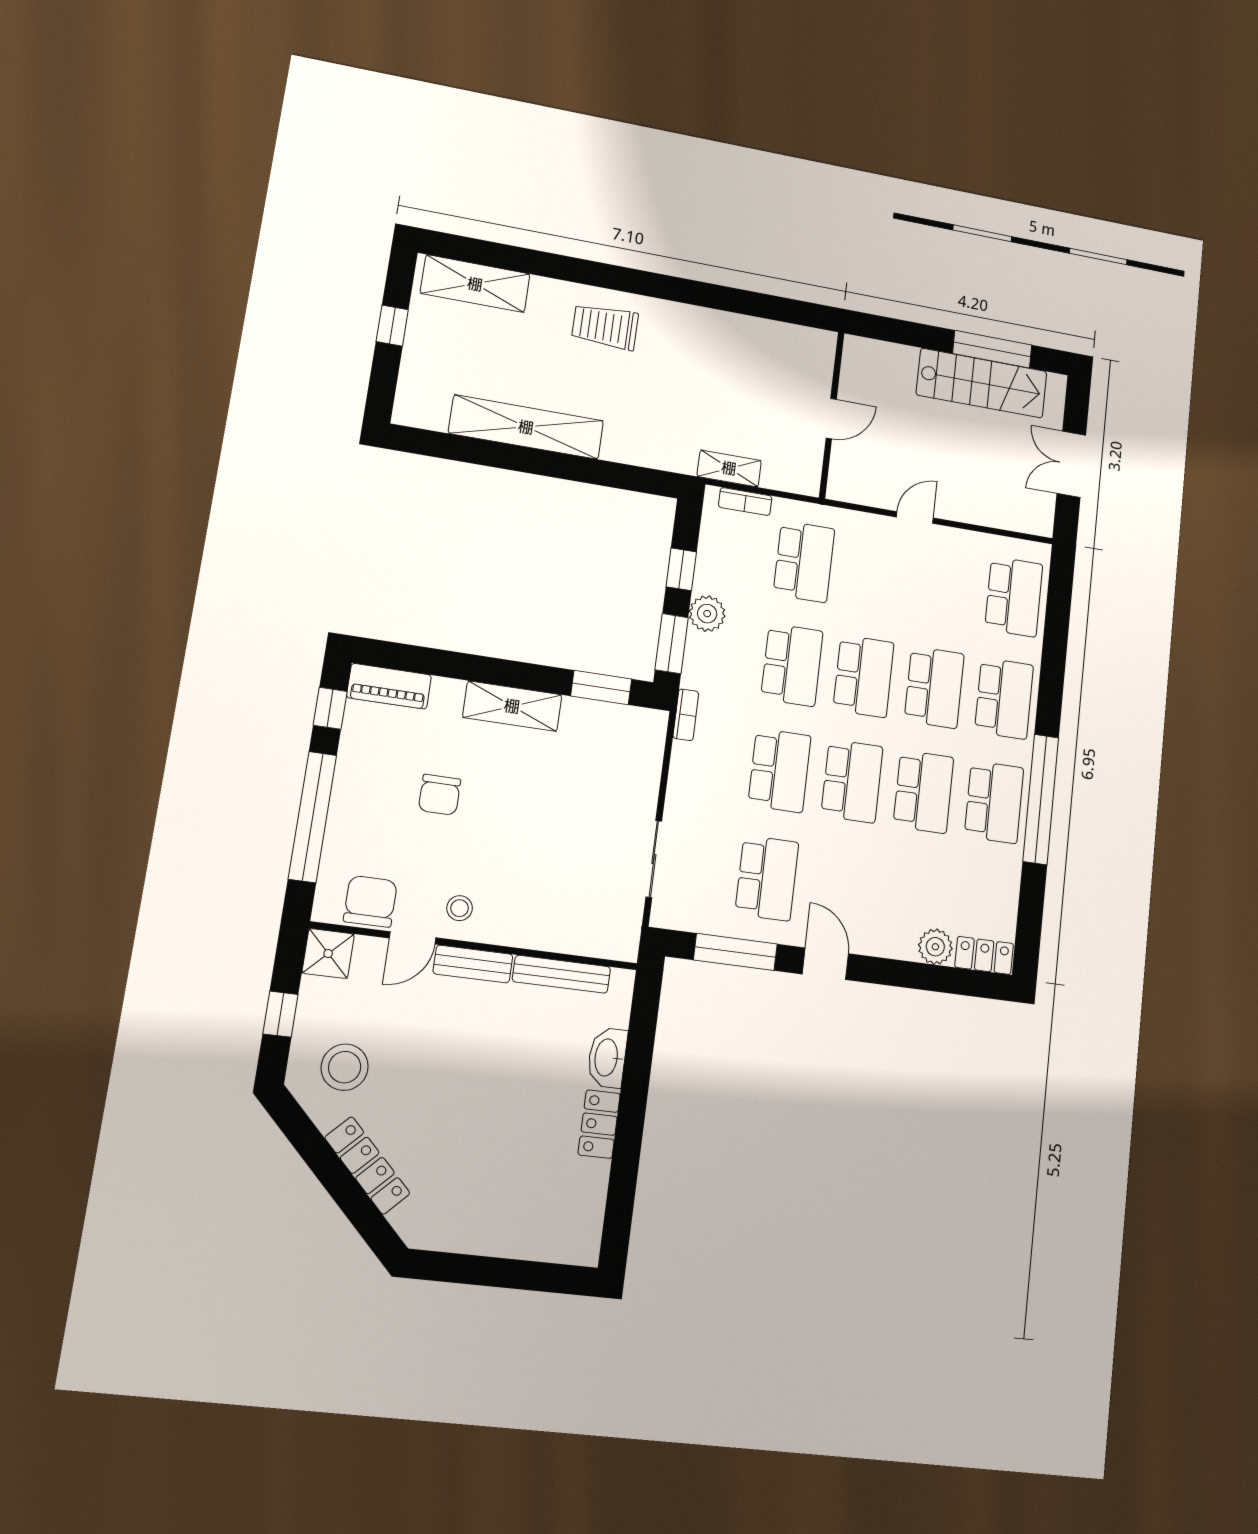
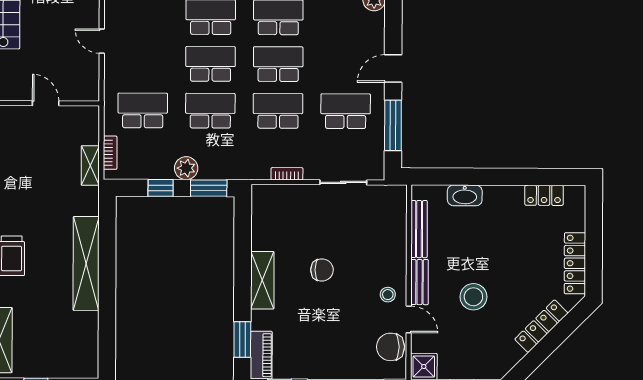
shelving: (526, 427) -> (86, 263), moved
window: (601, 687) -> (242, 340), moved
bookcase: (686, 715) -> (287, 174), moved
chair: (440, 795) -> (322, 270), moved
stool: (345, 1067) -> (473, 297), moved
locker: (599, 1124) -> (544, 195), moved
locker: (468, 1236) -> (575, 263), added

